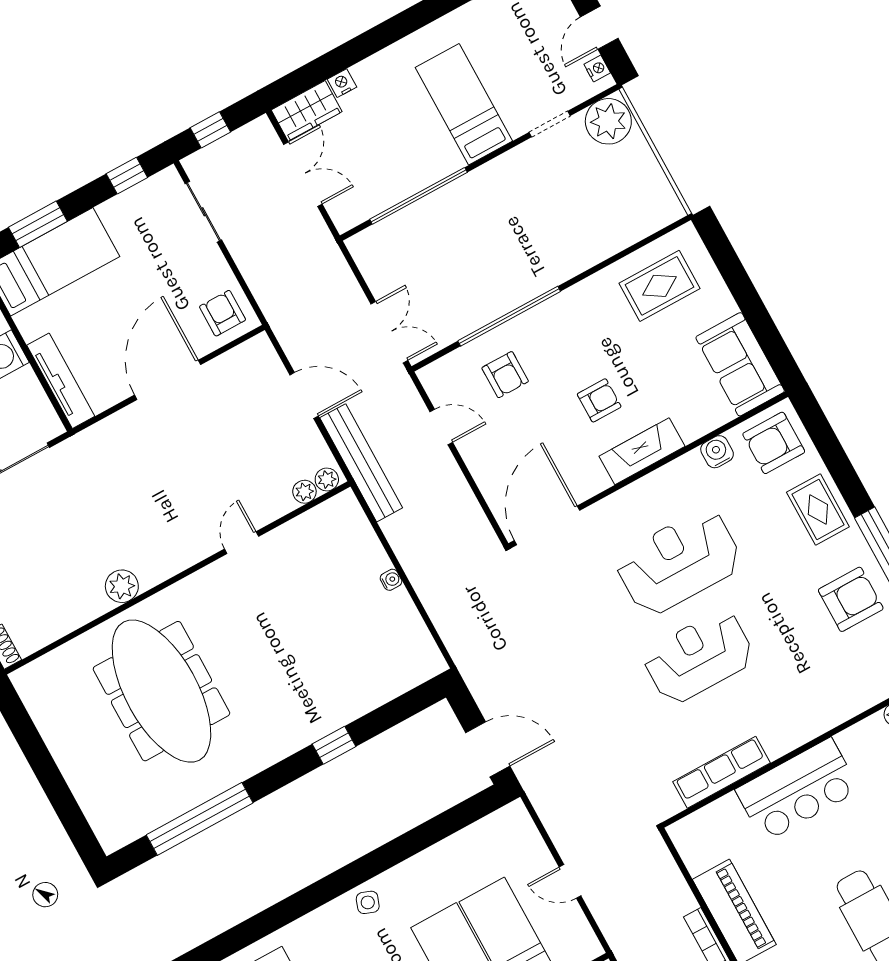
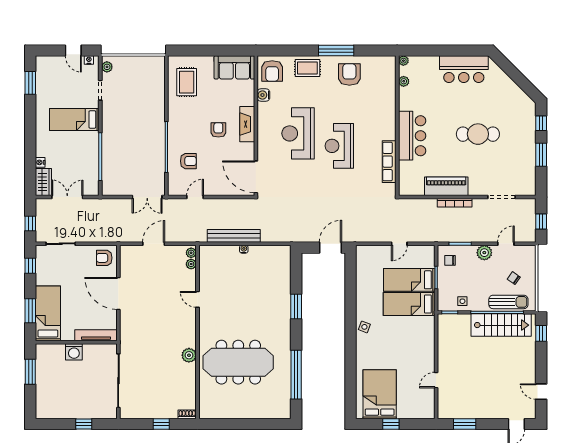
plant: (608, 121) -> (107, 67), width x0.53, depth x0.53
double door: (389, 332) -> (147, 197), swing flipped
bench: (361, 463) -> (234, 236), moved
window: (334, 745) -> (296, 307), width x1.50

